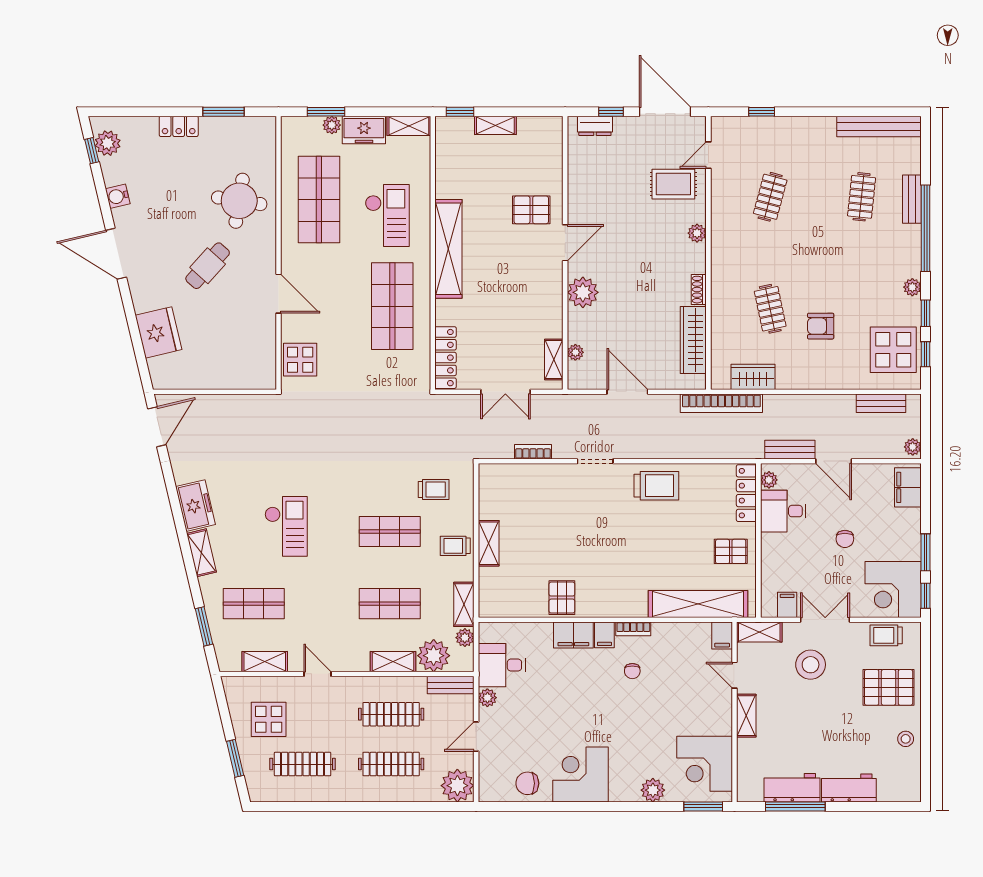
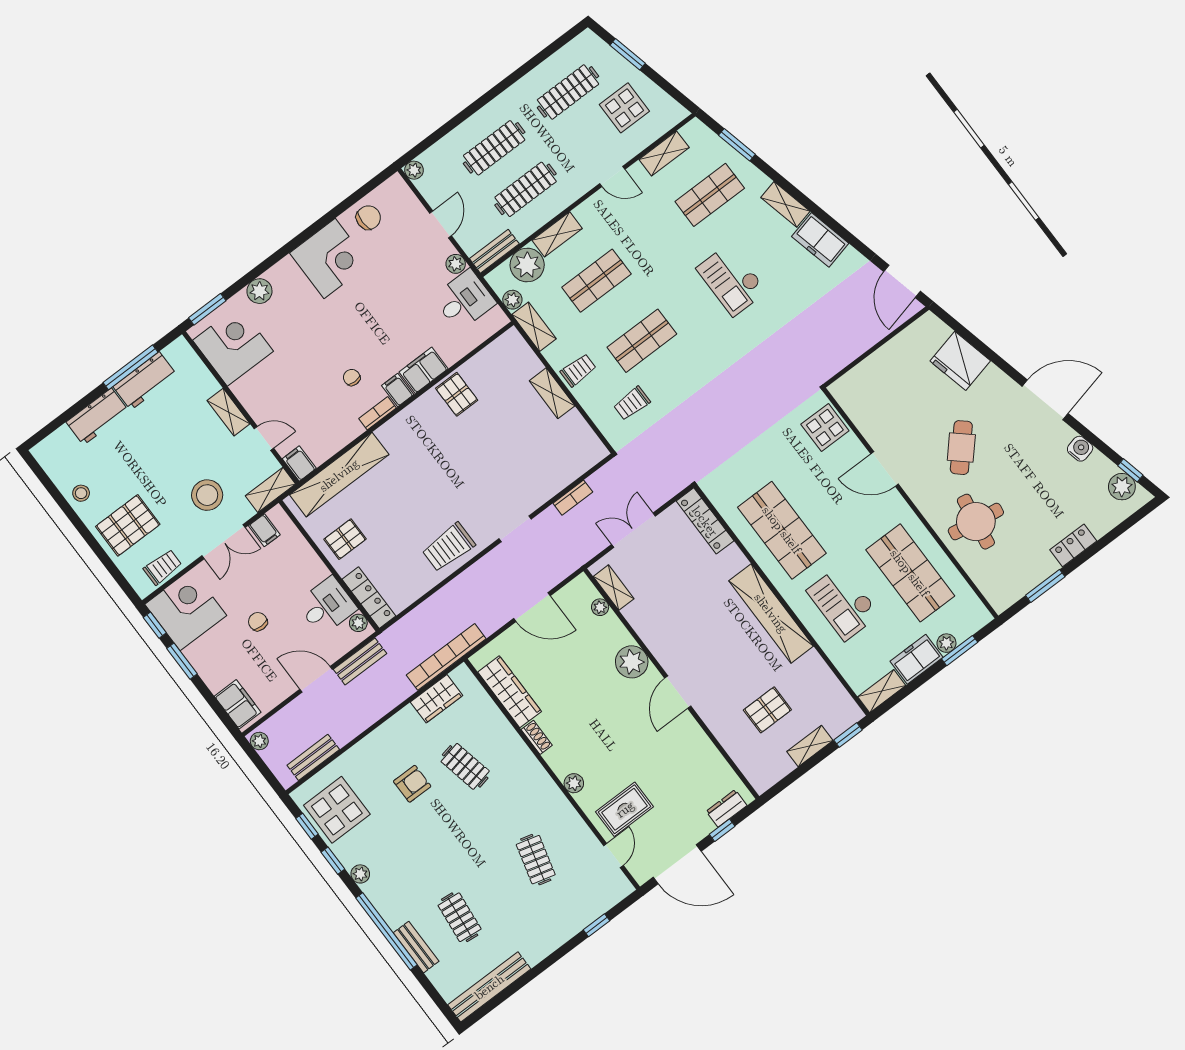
pallet: (531, 210) -> (767, 710), moved
plant: (457, 786) -> (414, 170), width x0.53, depth x0.53

